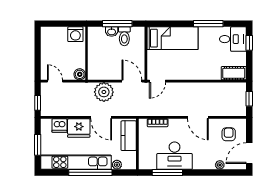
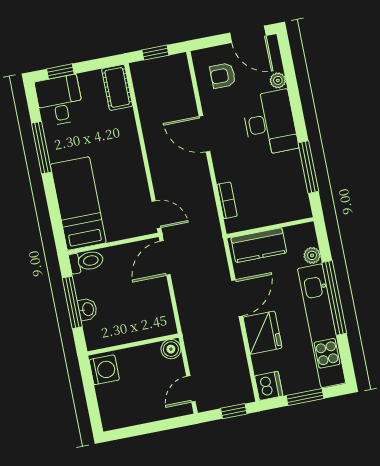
toilet: (124, 36) -> (86, 261), moved
plant: (104, 92) -> (193, 302), removed
door: (198, 117) -> (204, 134), swing flipped
dishwasher: (59, 126) -> (269, 386), moved
desk: (175, 156) -> (270, 123), moved

